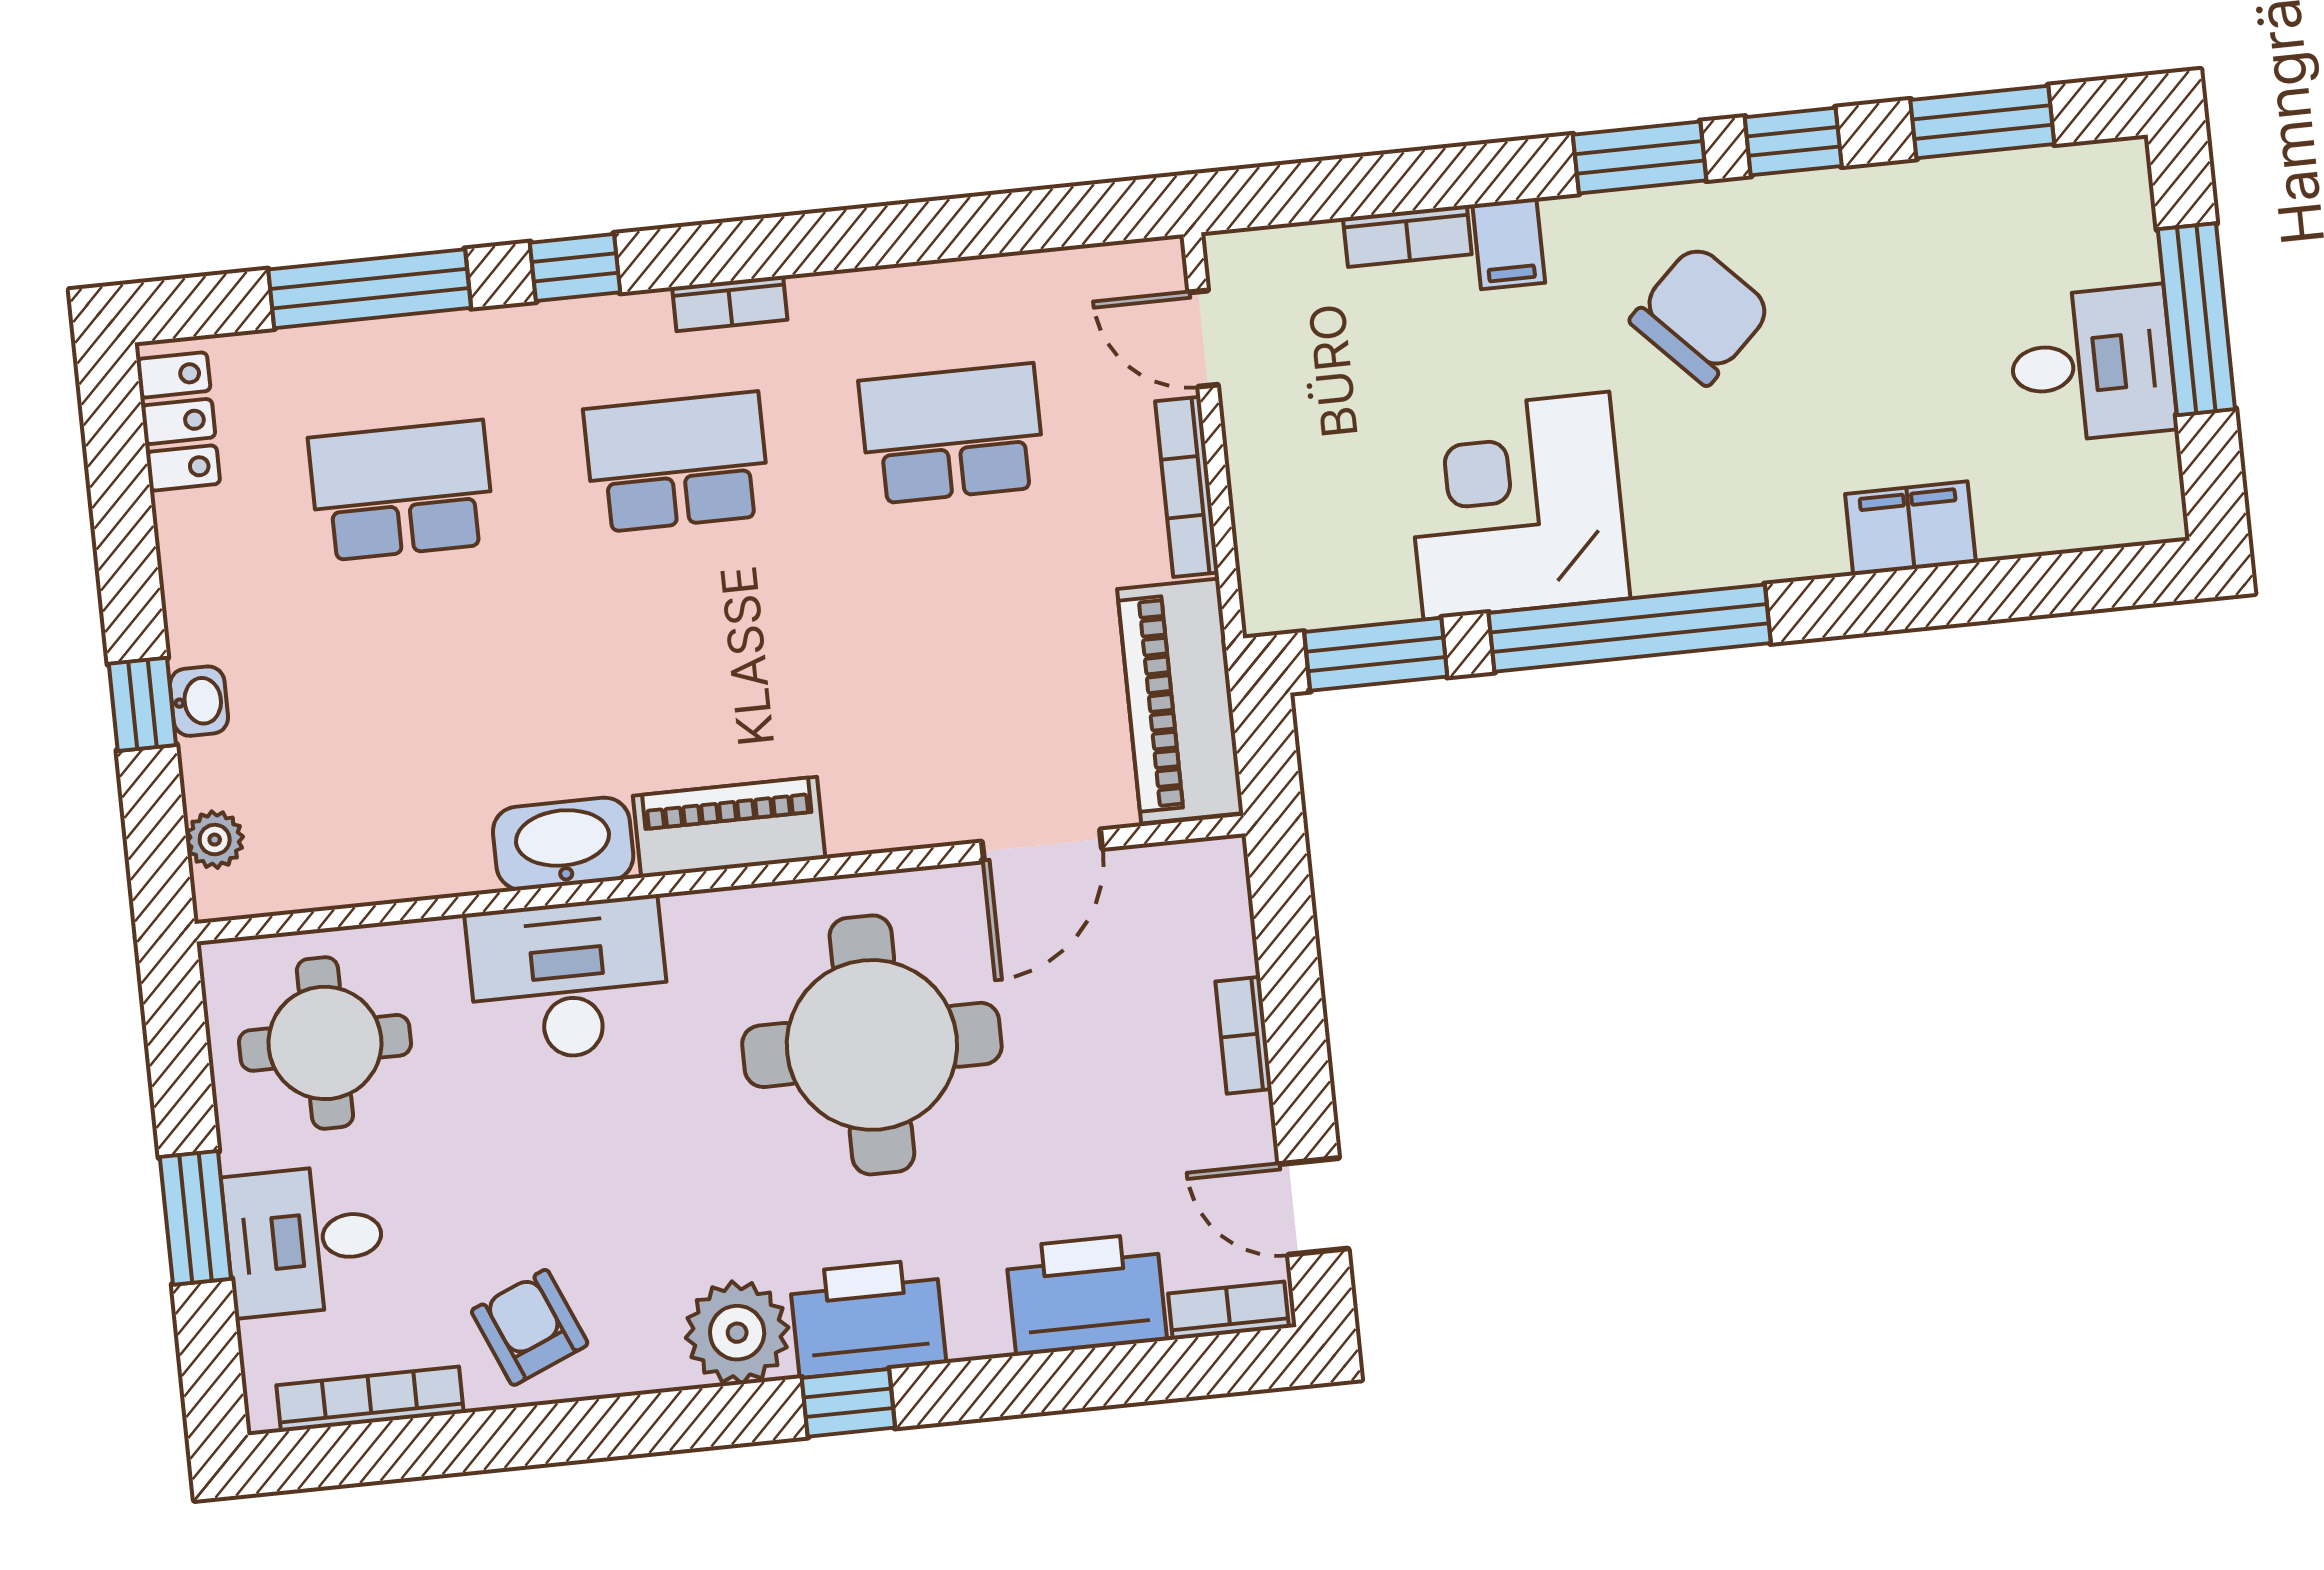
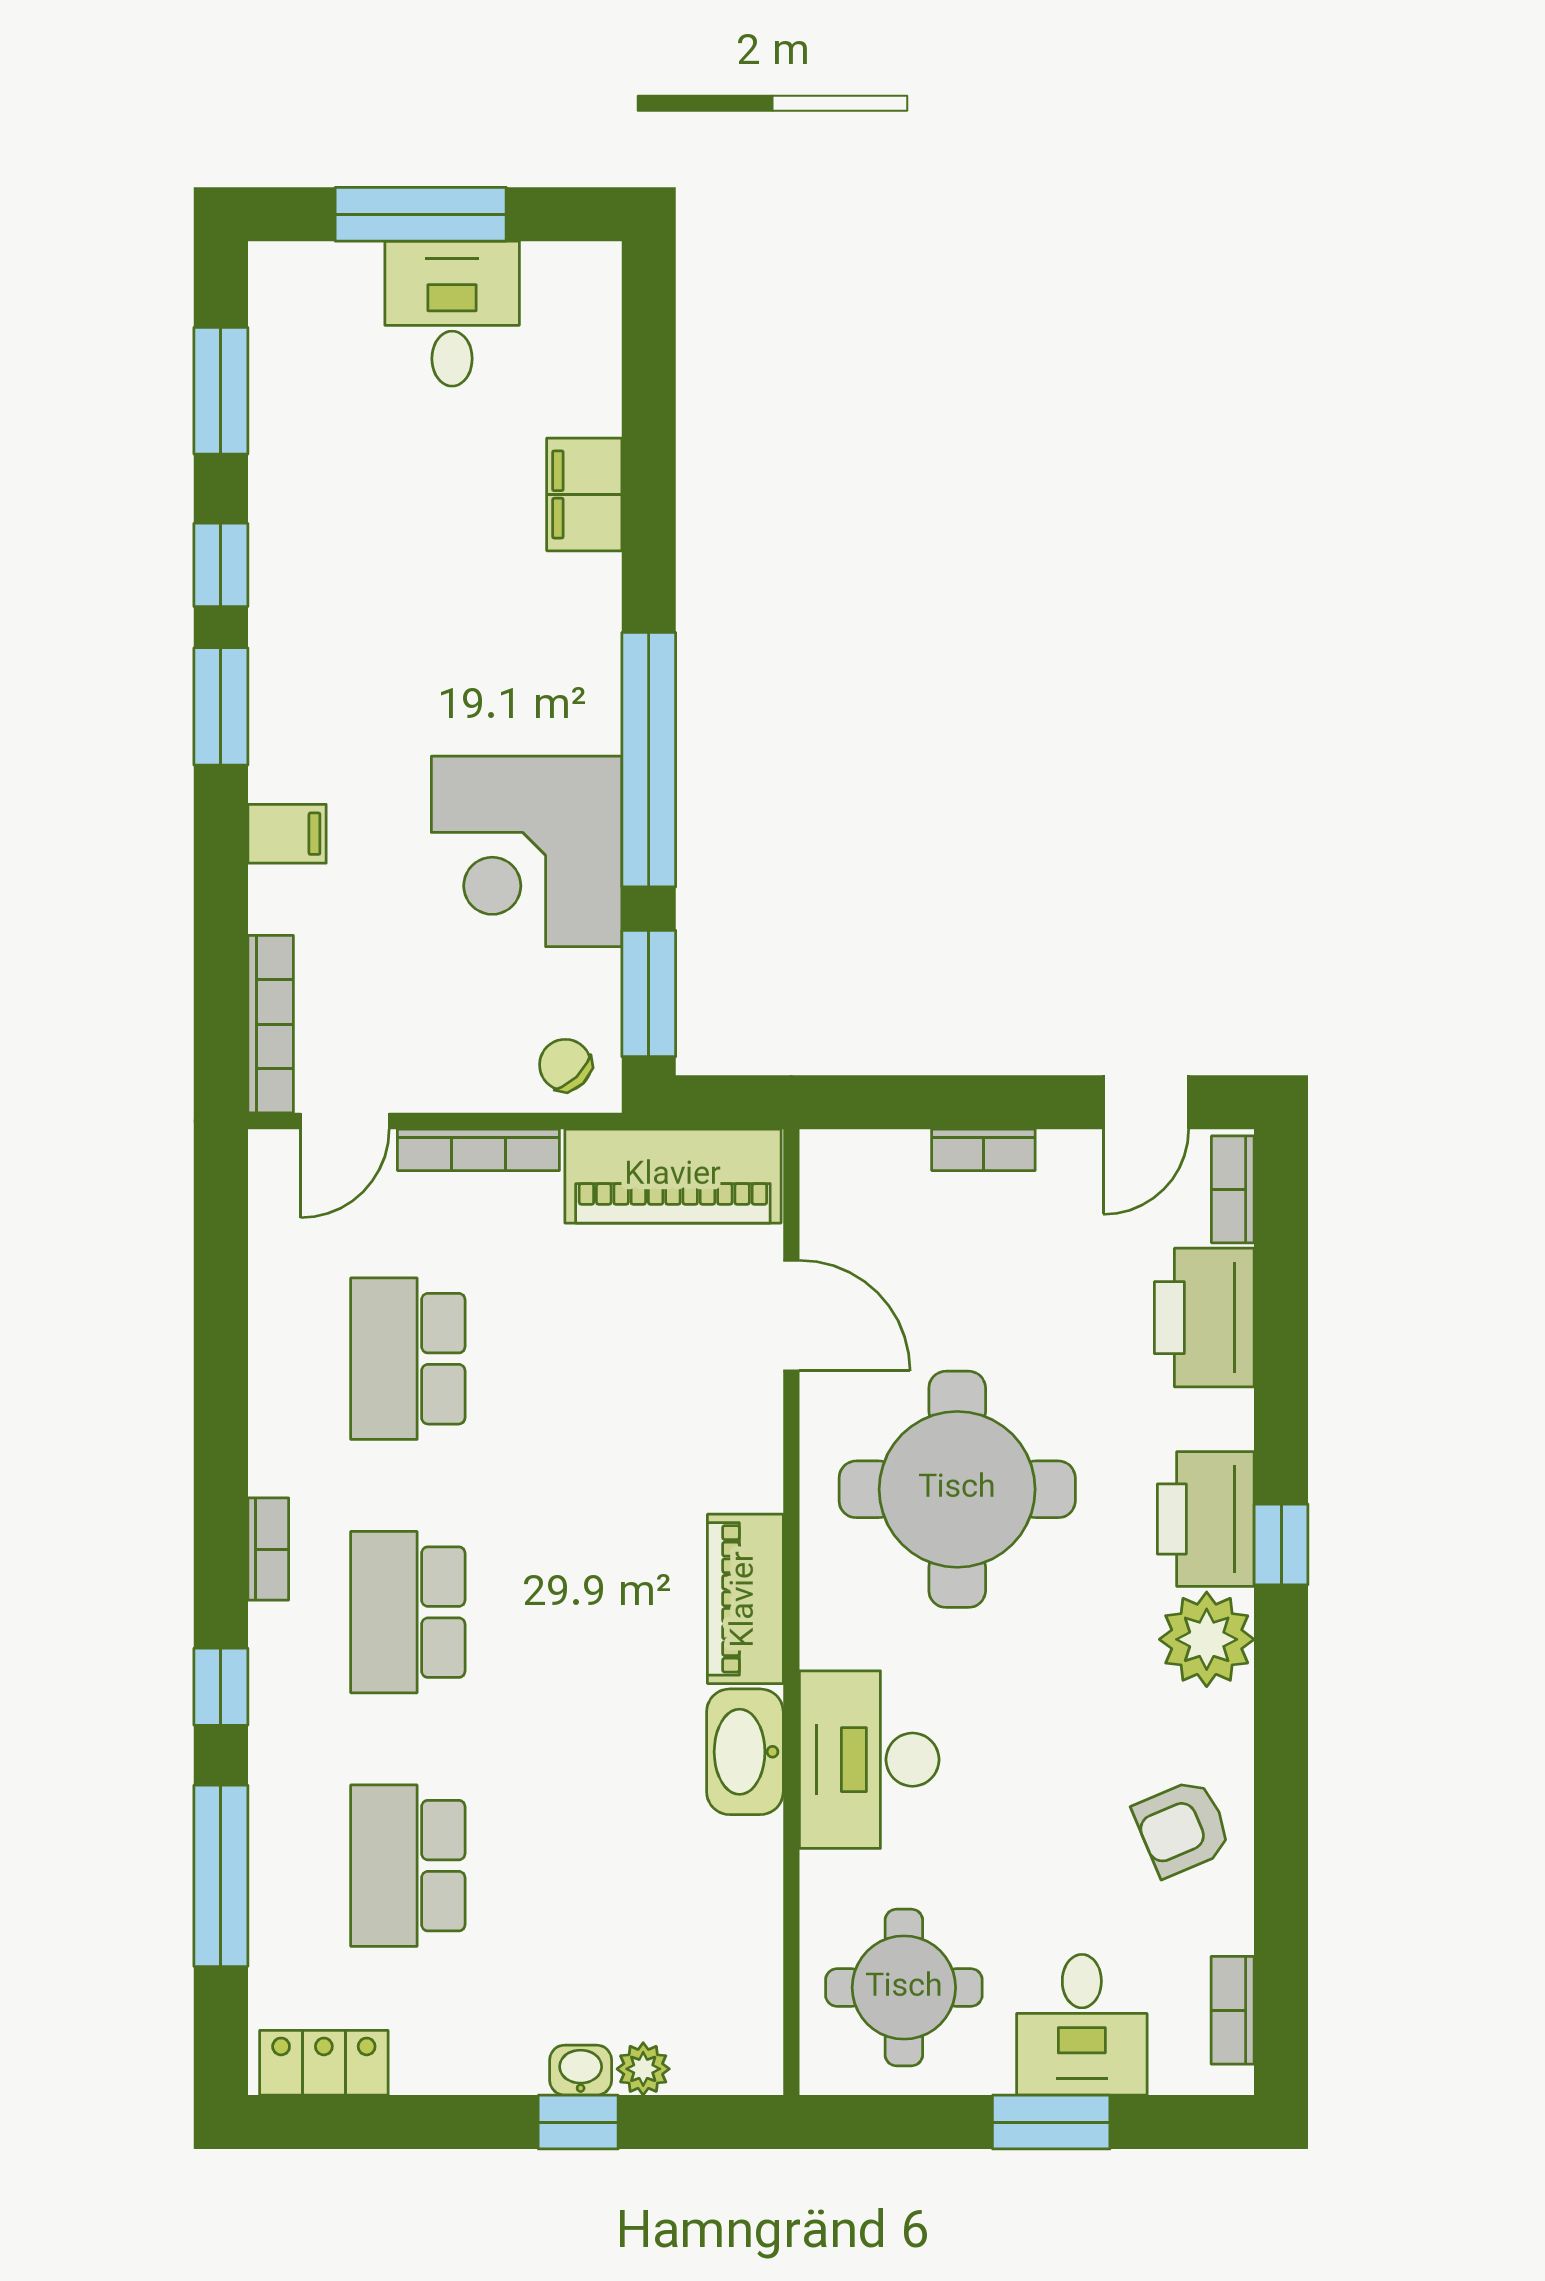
bookcase: (1407, 236) -> (271, 1024), moved, width x1.56
chair: (1701, 315) -> (565, 1065), moved, width x0.54, depth x0.54
plant: (215, 840) -> (643, 2069), moved
bookcase: (370, 1399) -> (1233, 2010), width x0.64

